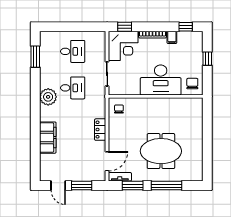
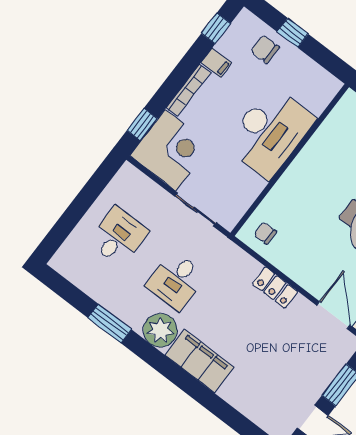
window: (35, 57) -> (110, 324), moved
chair: (192, 84) -> (265, 49), moved
desk: (73, 88) -> (176, 281), turned 180
filing cabinet: (48, 138) -> (199, 361), moved

